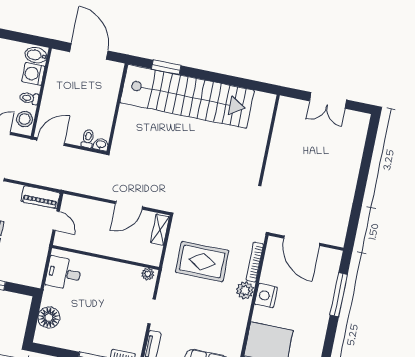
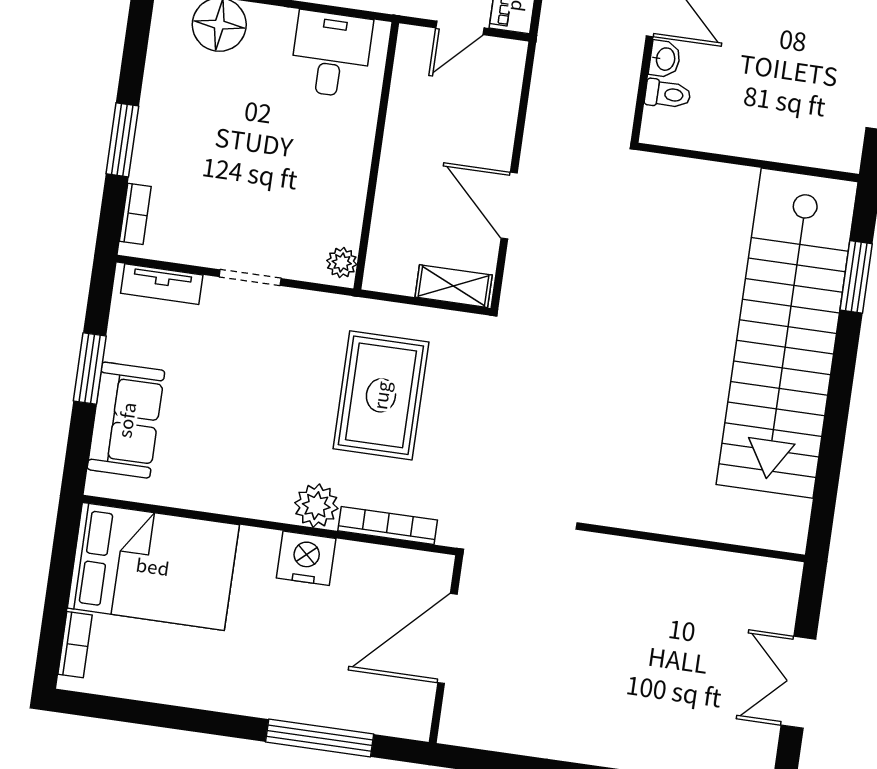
washbasin: (101, 145) -> (665, 59), moved

